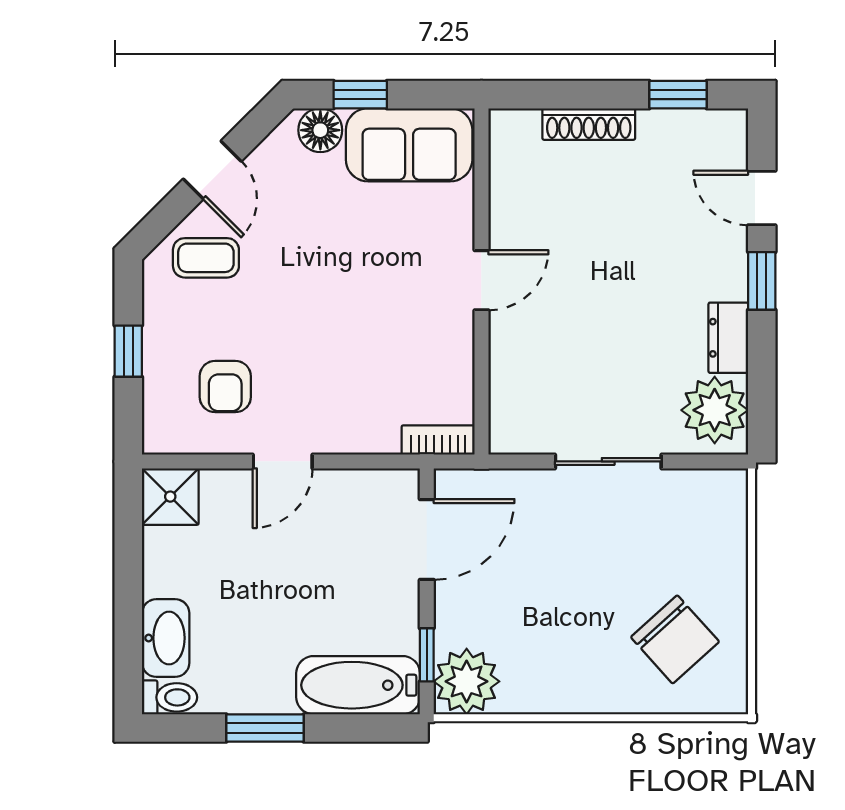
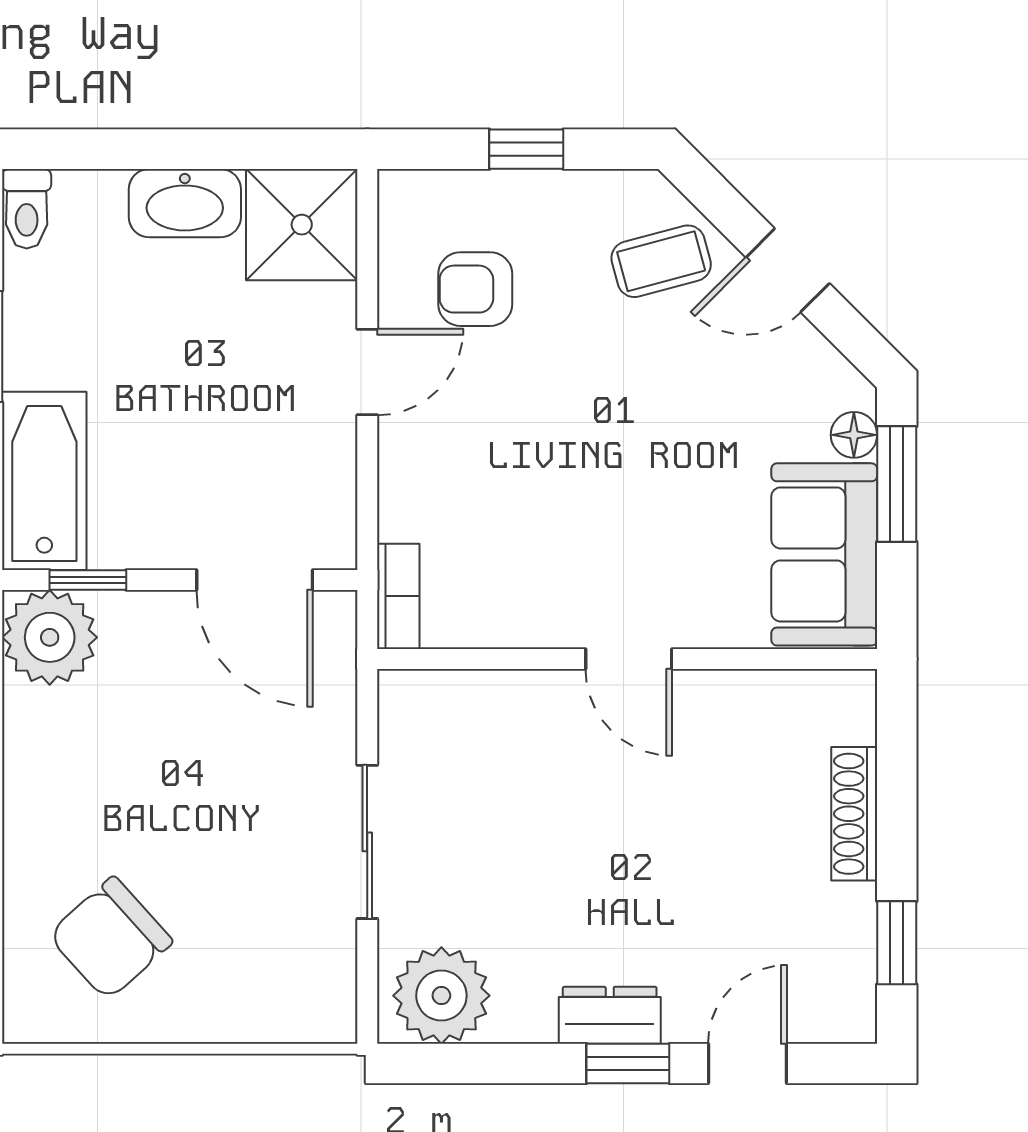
window: (360, 95) -> (897, 484), width x1.50
floor lamp: (320, 130) -> (854, 435), width x0.73, depth x0.73
coffee table: (206, 258) -> (661, 261), turned 75
dresser: (728, 338) -> (610, 1015), moved
door: (283, 461) -> (367, 372), swing flipped
shower: (170, 497) -> (302, 225), width x1.36, depth x1.36
washbasin: (166, 638) -> (185, 203), moved

